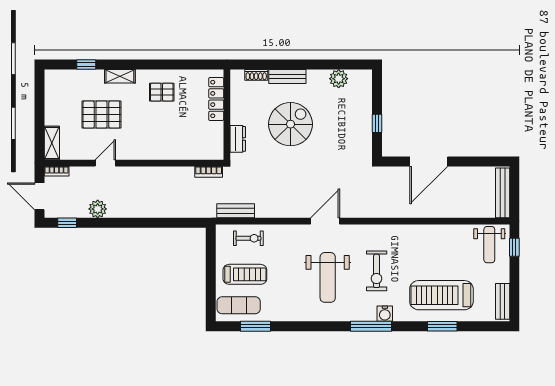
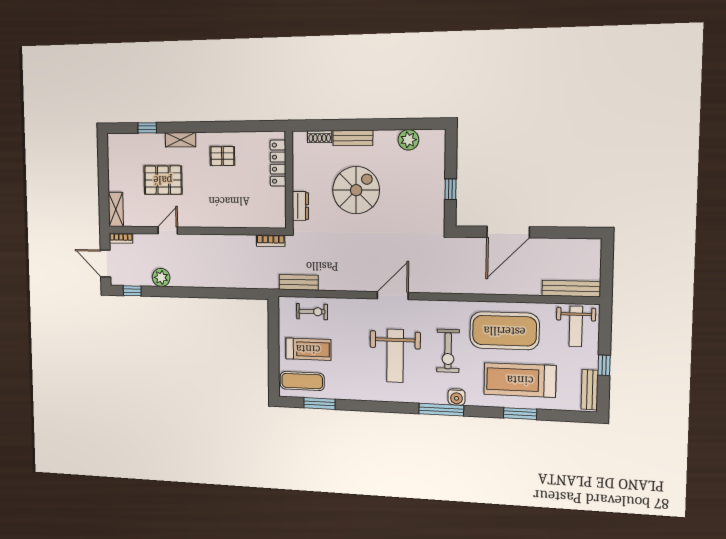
bench: (503, 193) -> (571, 289), moved, turned 90
window: (514, 247) -> (604, 365), moved
exercise mat: (427, 251) -> (504, 331), added

